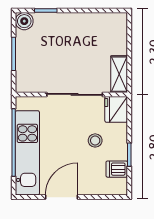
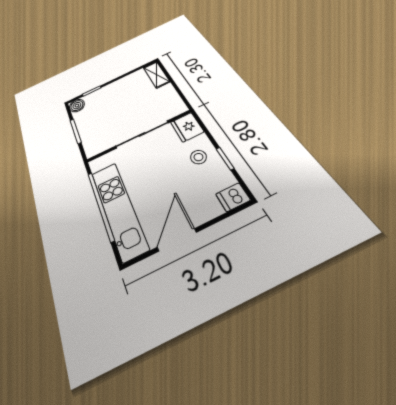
shelving: (119, 74) -> (156, 74), moved
stool: (95, 140) -> (198, 157), moved
dishwasher: (117, 169) -> (233, 197), moved

